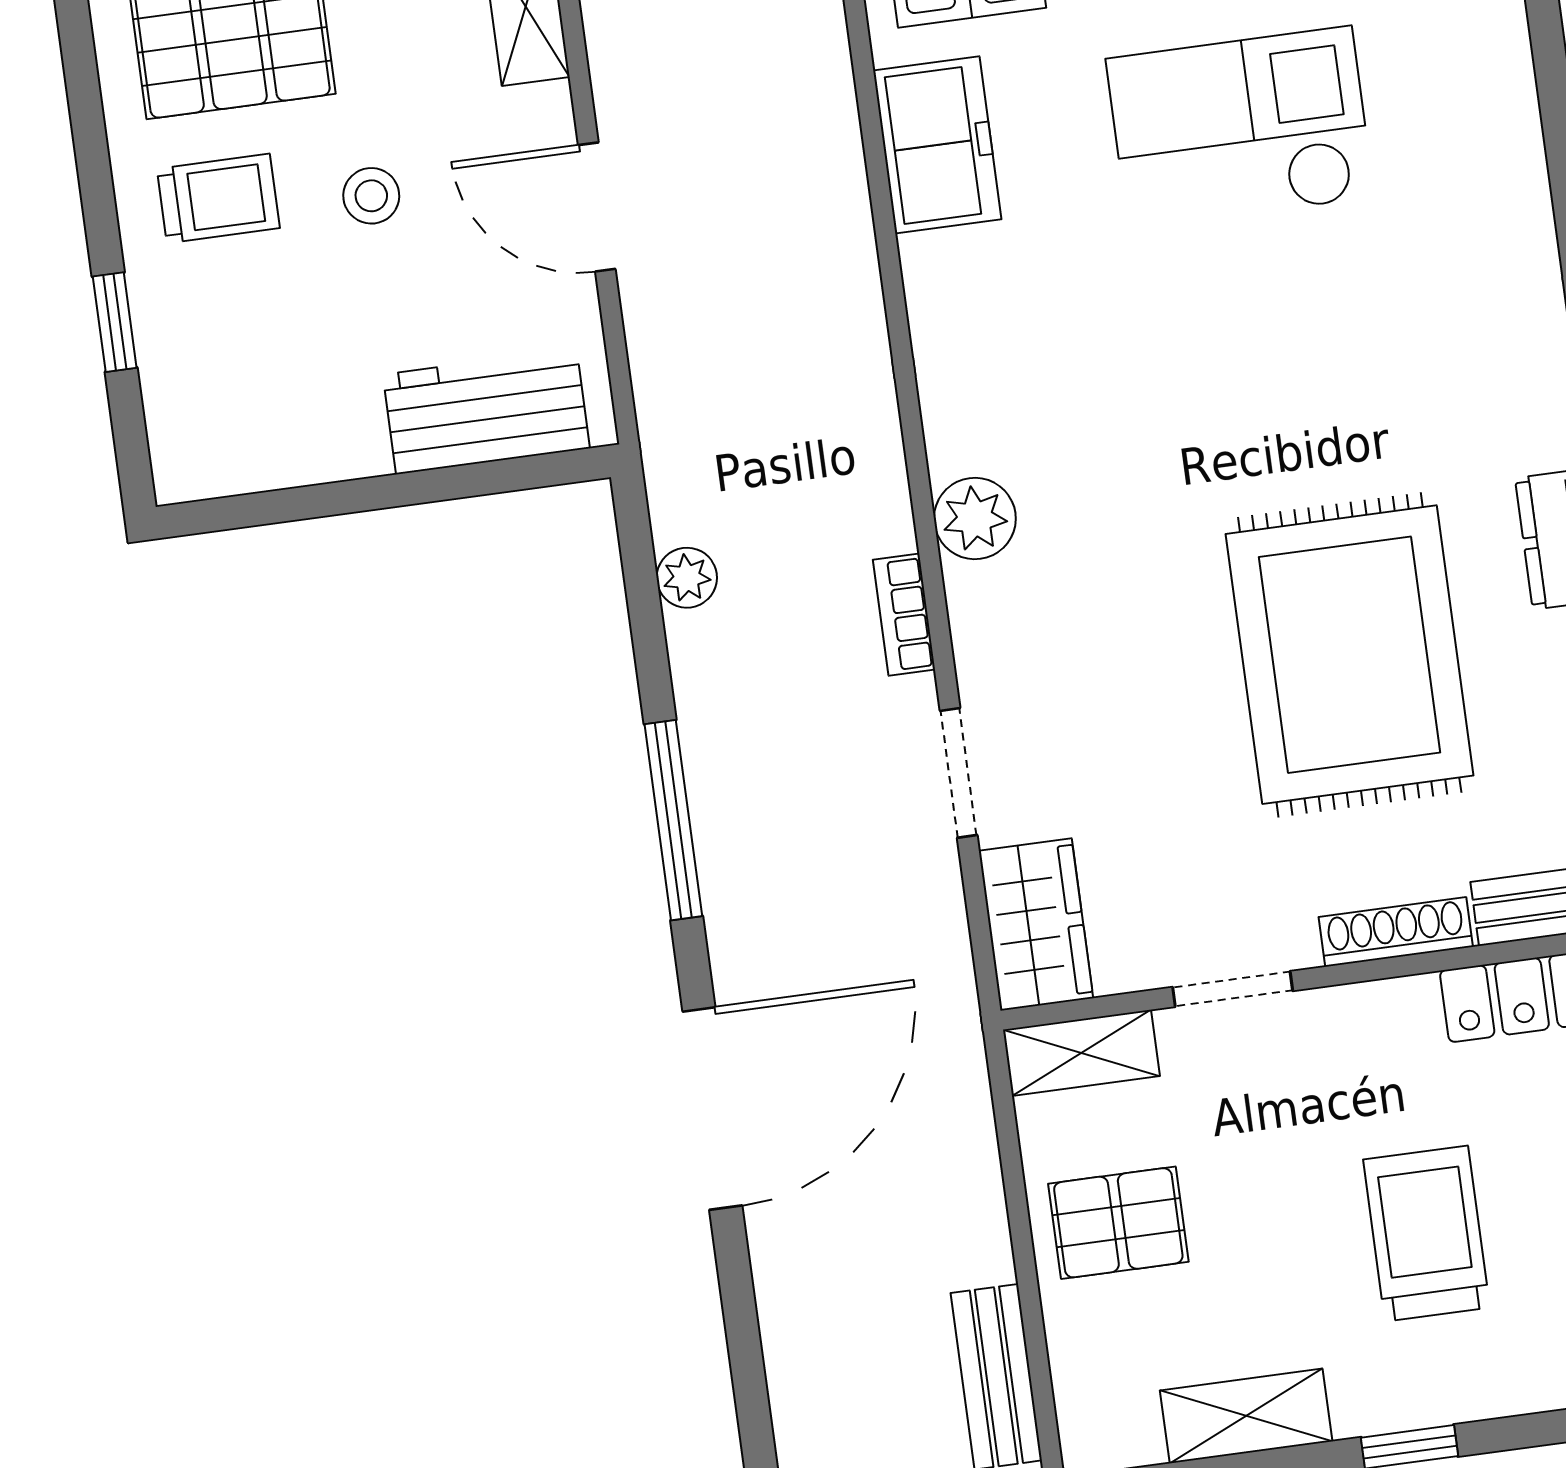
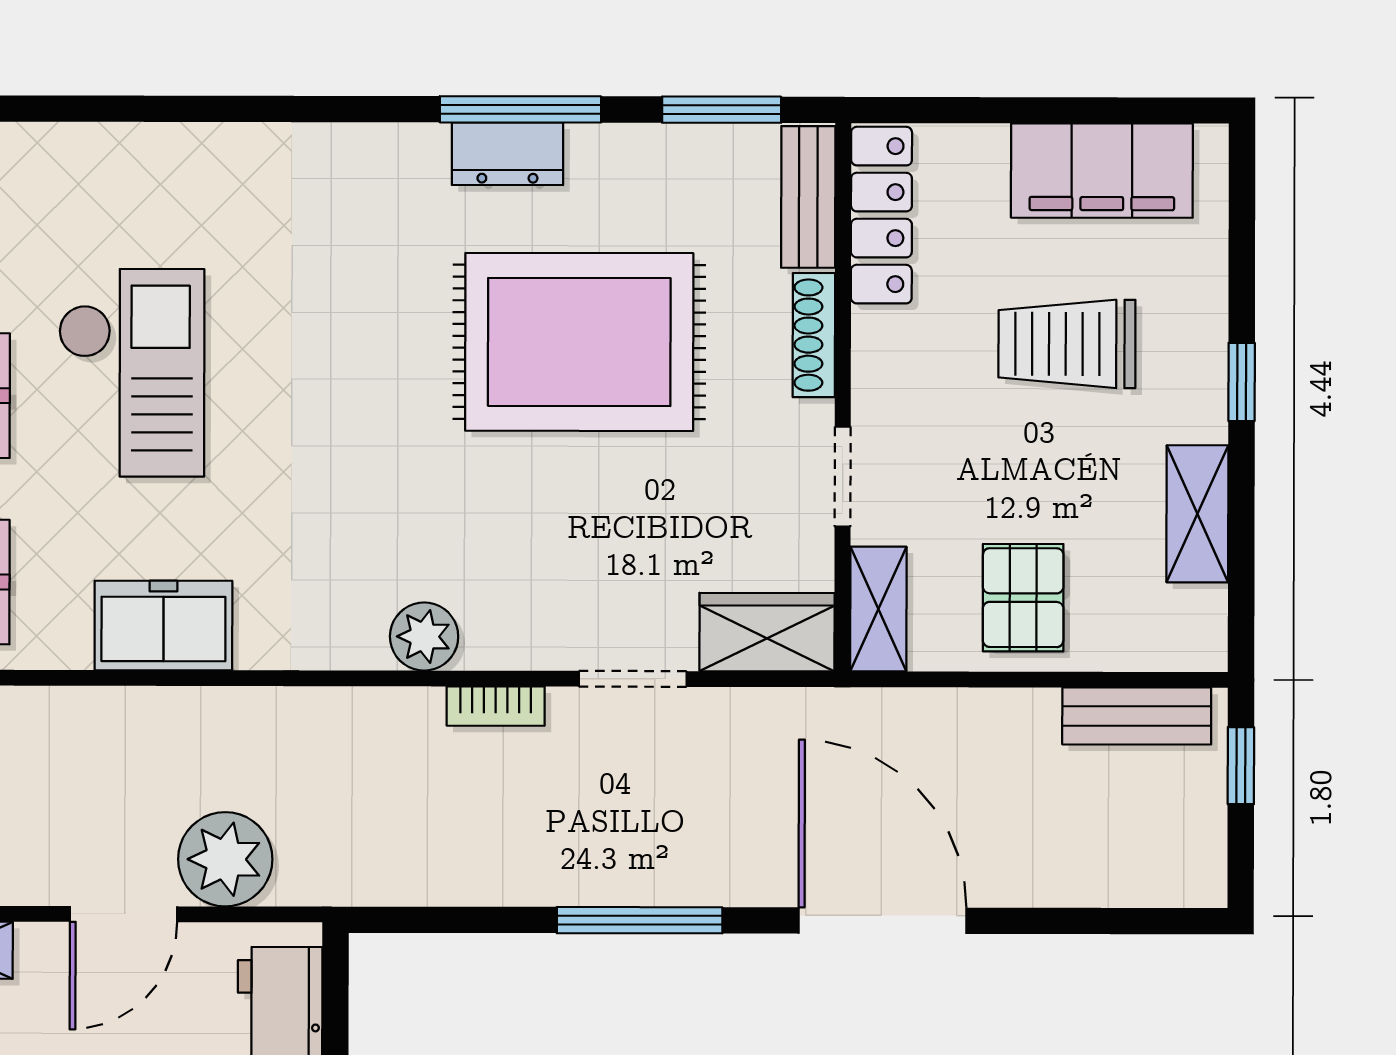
checkout: (1240, 128) -> (131, 373), turned 180
freezer: (937, 145) -> (163, 625), moved
plant: (687, 578) -> (225, 859), moved, width x1.87, depth x1.87

